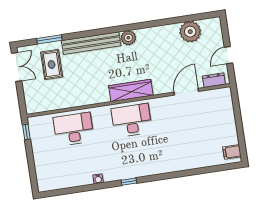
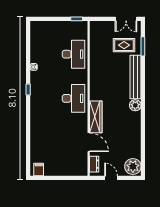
plant: (190, 32) -> (133, 166), moved
wardrobe: (131, 90) -> (96, 117), moved

